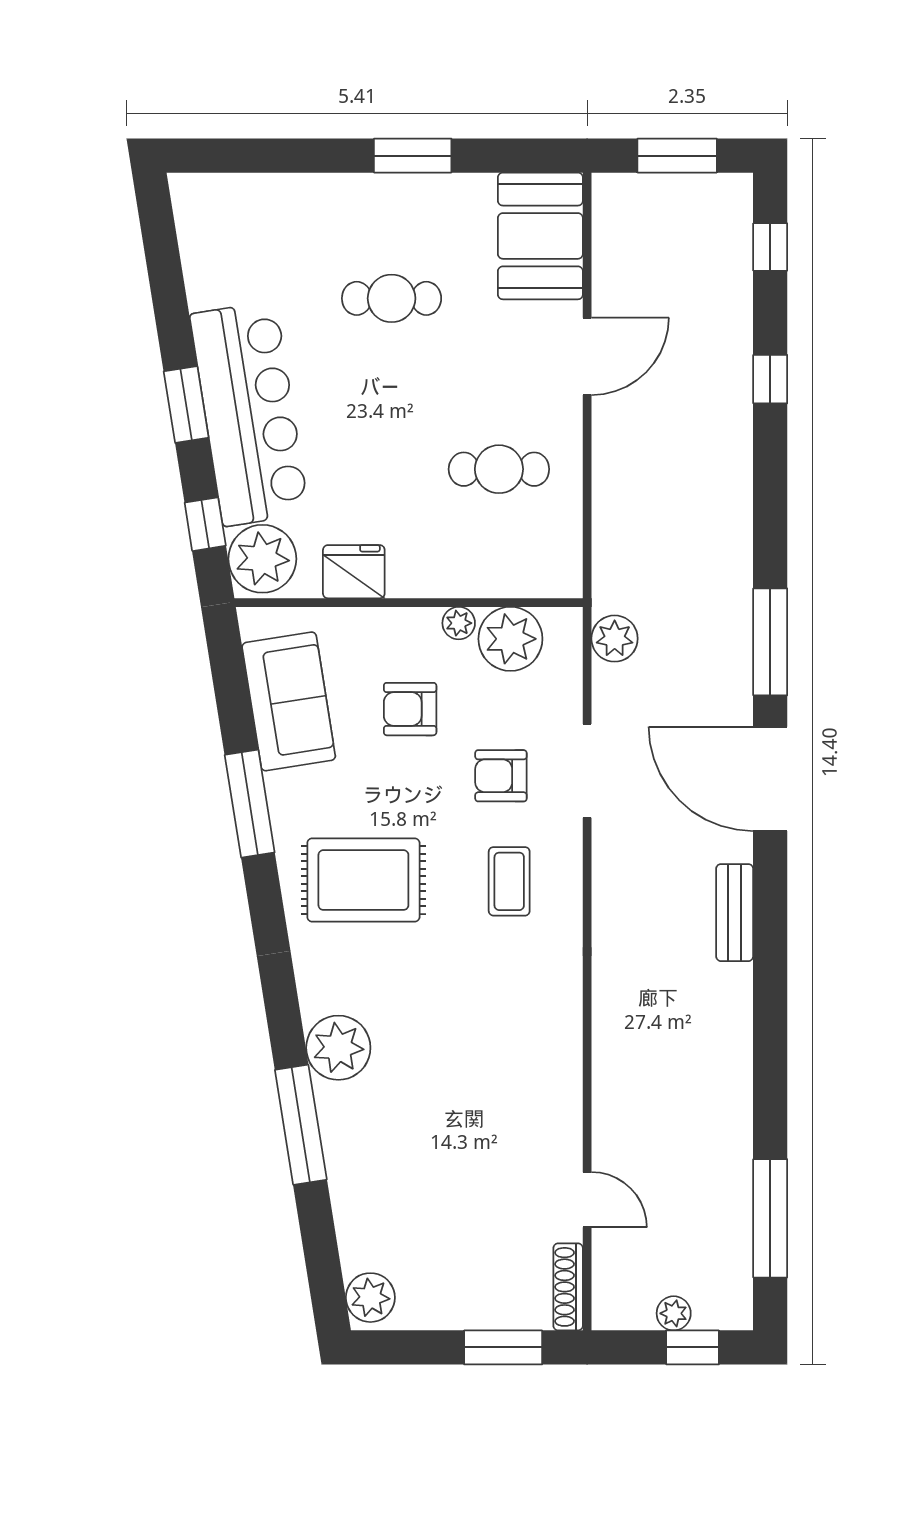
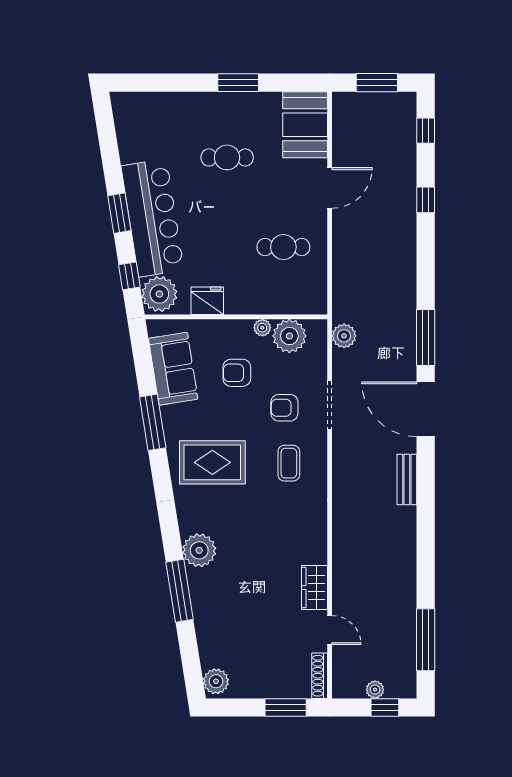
wardrobe: (558, 1119) -> (315, 588), added

